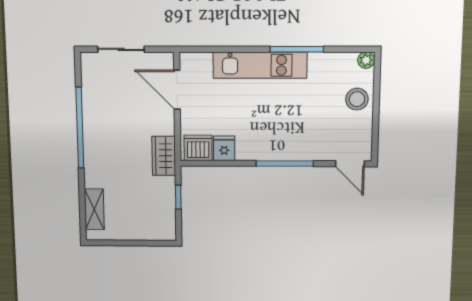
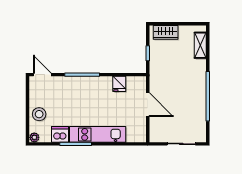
door: (177, 90) -> (148, 105), moved
dishwasher: (198, 148) -> (60, 134), moved, turned 180
wardrobe: (164, 156) -> (166, 32), moved, turned 90

